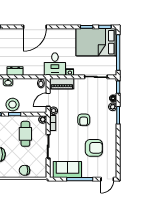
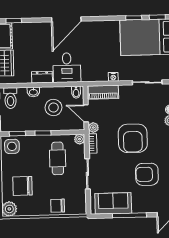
desk: (55, 64) -> (67, 68), moved
door: (48, 100) -> (86, 113), hinge flipped
stool: (13, 105) -> (53, 108), moved
armchair: (84, 120) -> (133, 138), width x1.88, depth x1.88
armchair: (94, 148) -> (147, 174), turned 180

